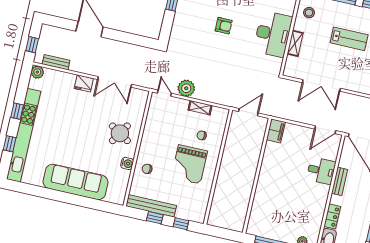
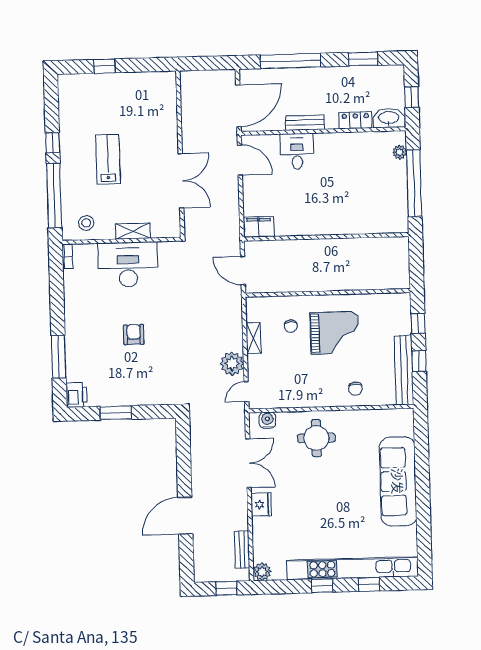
round table: (120, 133) -> (316, 438), turned -32
water cooler: (127, 163) -> (267, 420), moved

